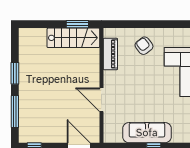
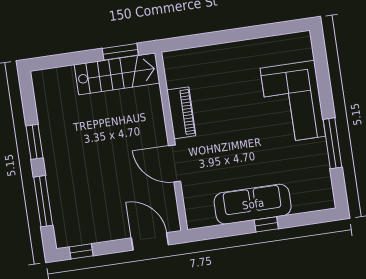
armchair: (144, 46) -> (228, 70), removed
piano: (110, 54) -> (181, 113), moved

